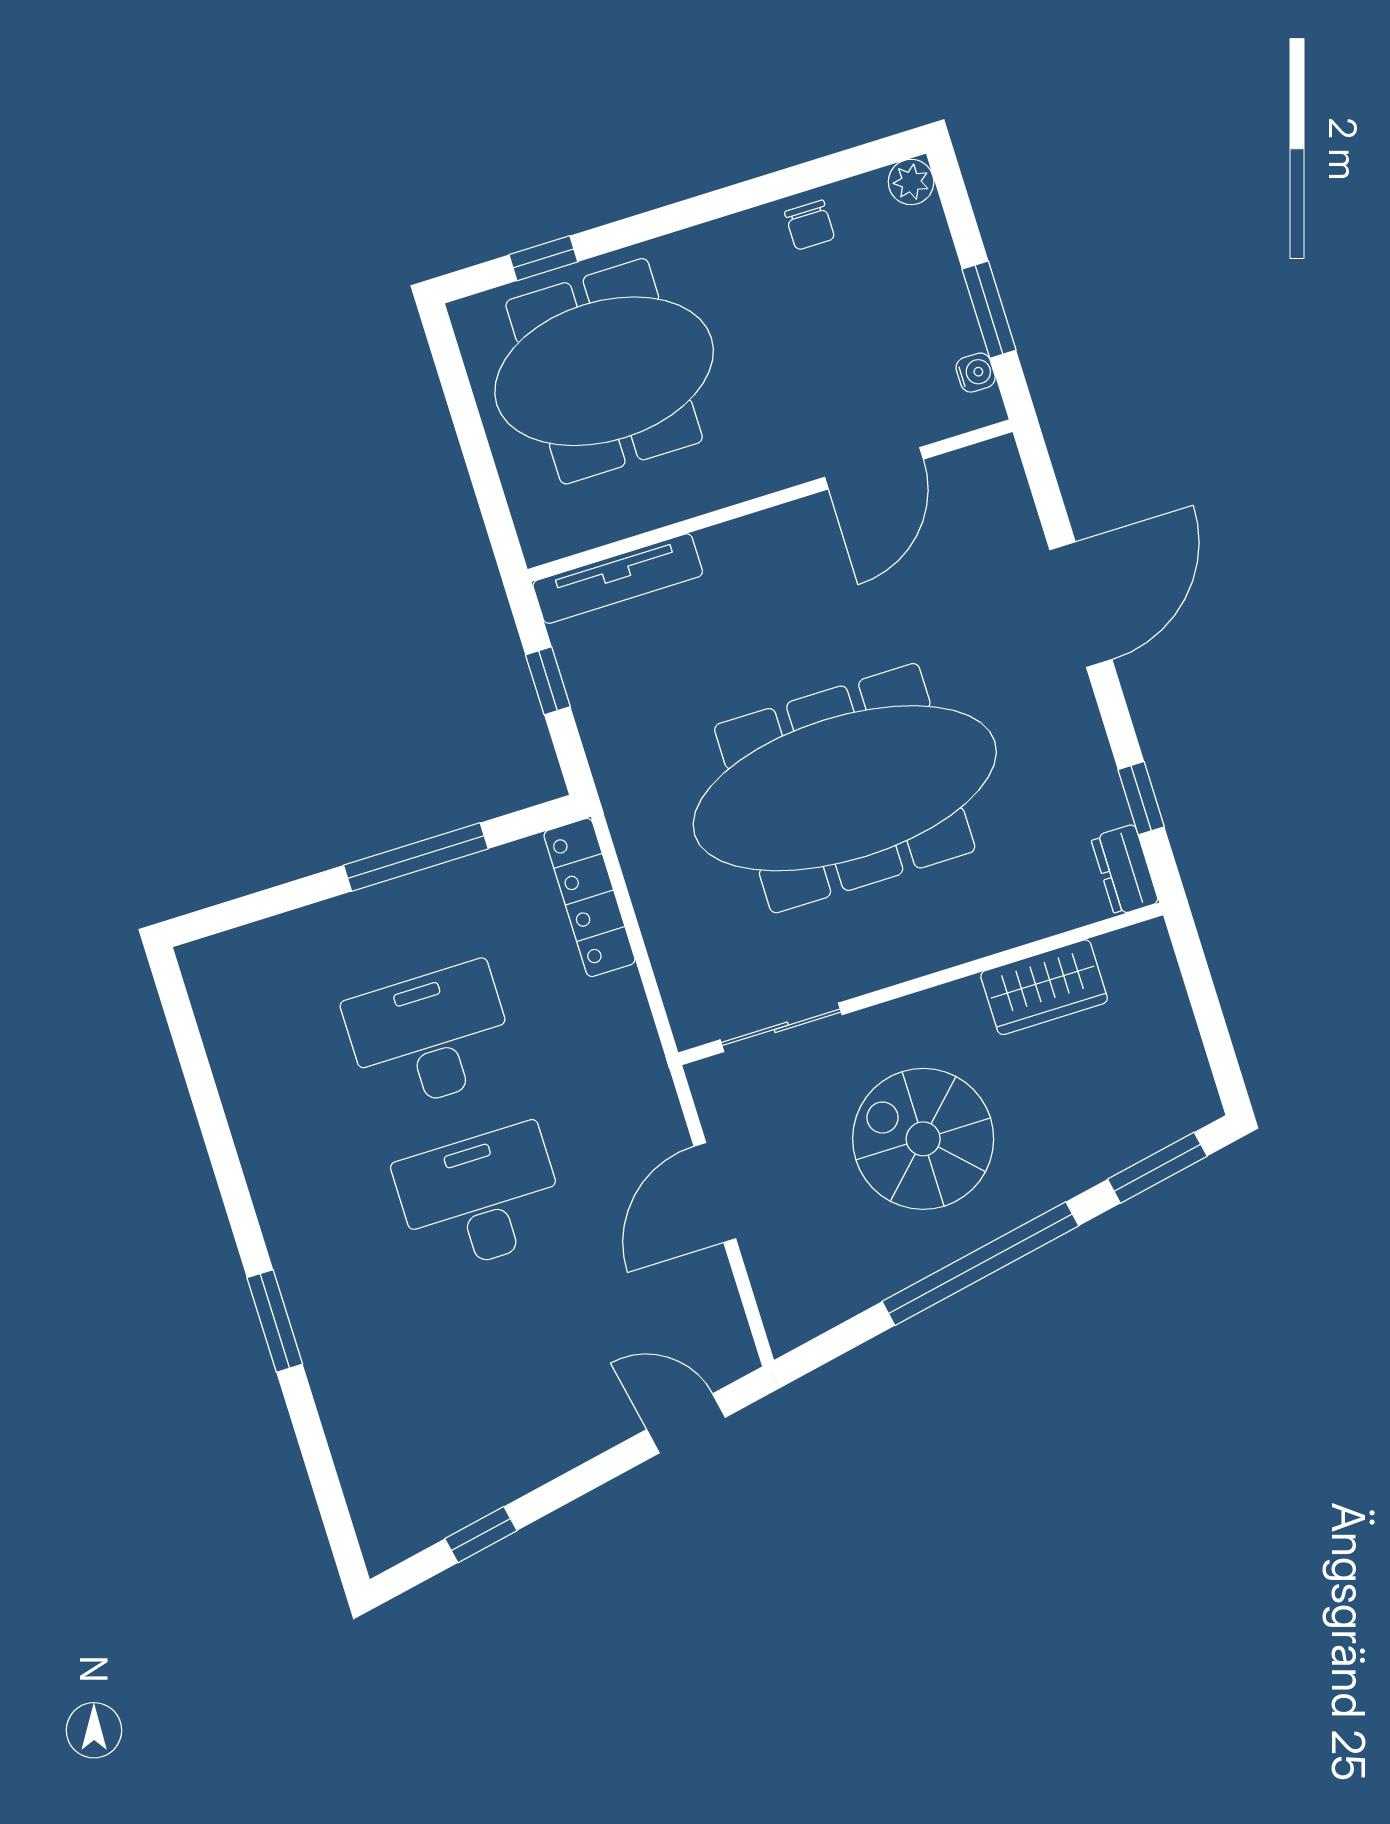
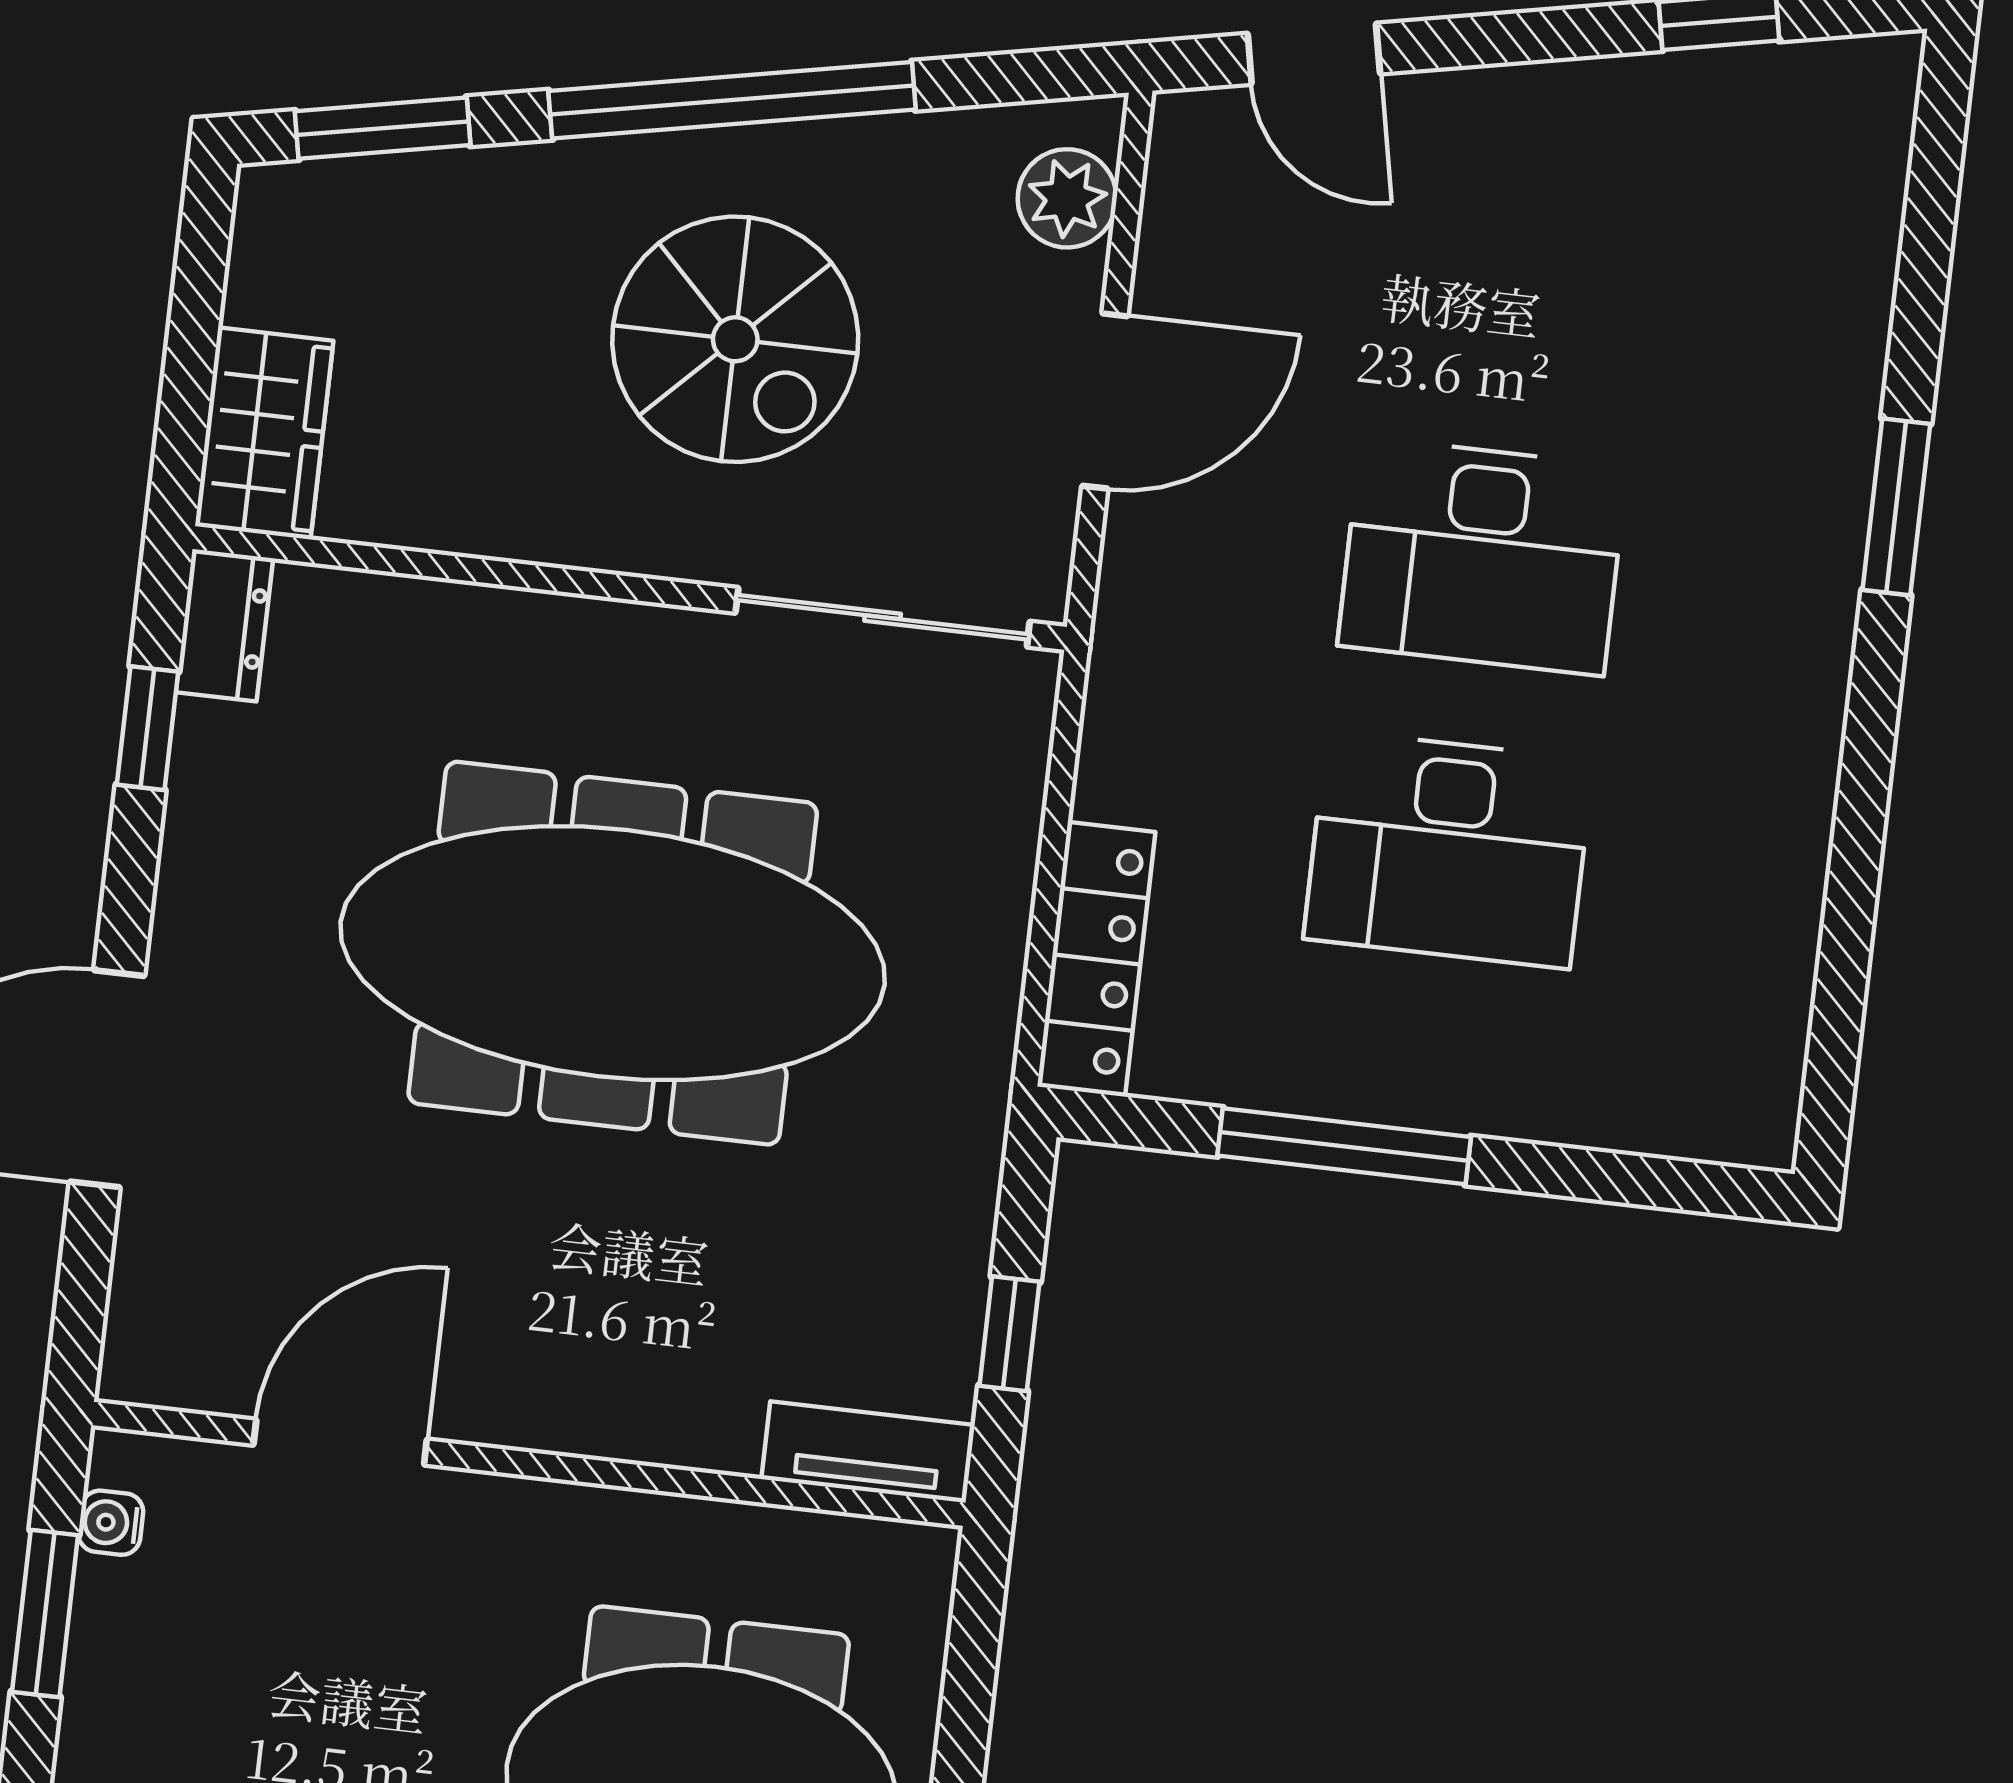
tv unit: (618, 579) -> (868, 1452), width x0.71
wardrobe: (1044, 987) -> (264, 433), moved, turned 90
sliding door: (781, 1027) -> (883, 617), width x1.37
plant: (782, 1290) -> (1067, 198), added

